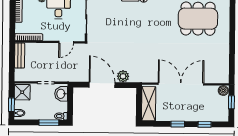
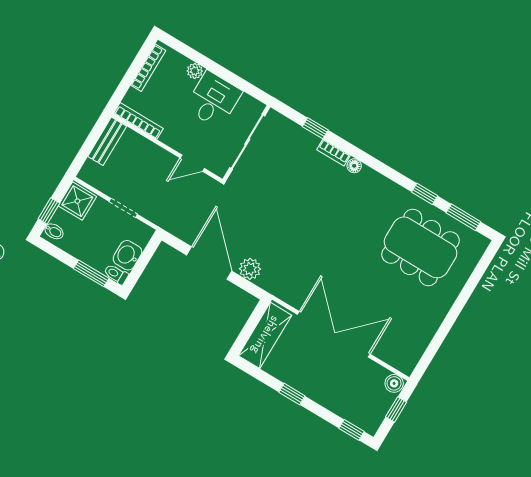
washbasin: (61, 94) -> (127, 255), moved
window: (205, 124) -> (351, 430), moved

